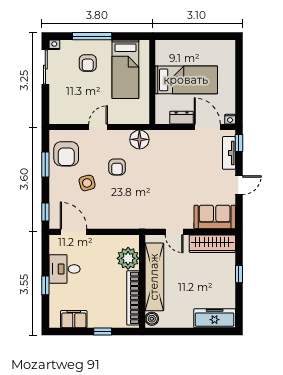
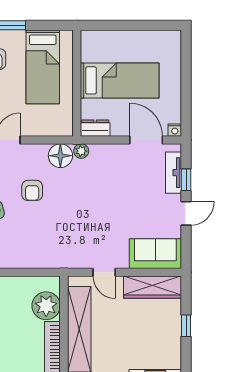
dresser: (182, 118) -> (95, 128), moved
plant: (156, 136) -> (81, 151), added
window: (239, 143) -> (186, 180), moved

